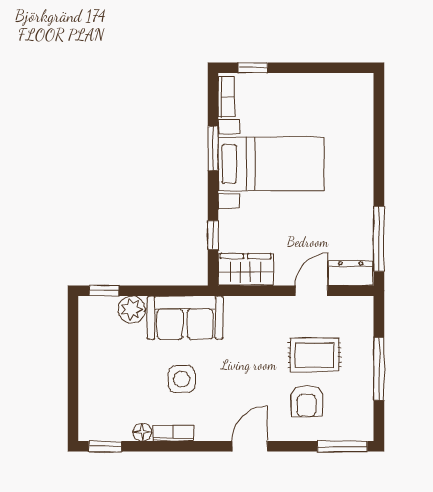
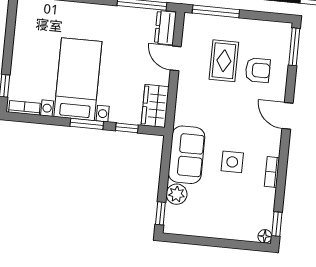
window: (213, 148) -> (87, 124), moved
window: (379, 369) -> (216, 11), moved
floor lamp: (142, 432) -> (265, 236), moved

